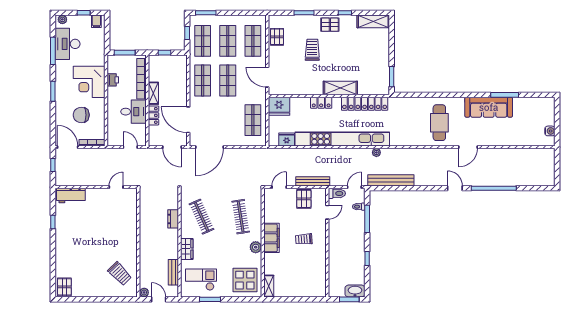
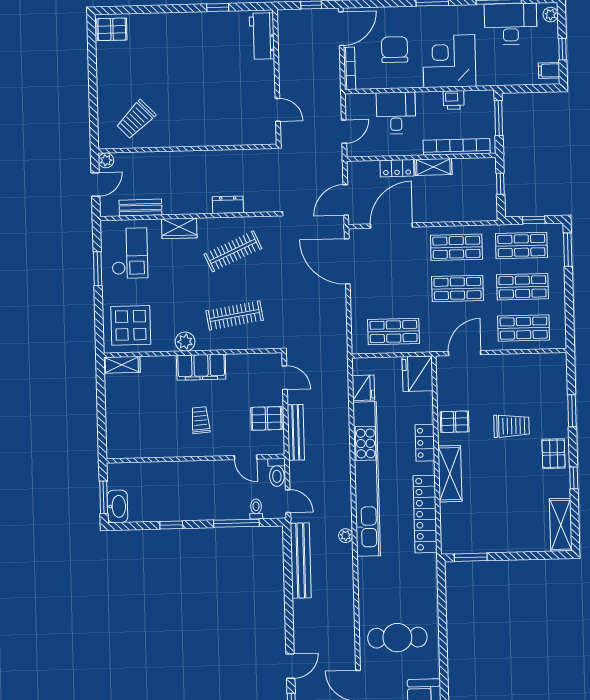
pallet: (277, 37) -> (455, 422), moved
desk: (133, 112) -> (396, 113), moved, turned 180

